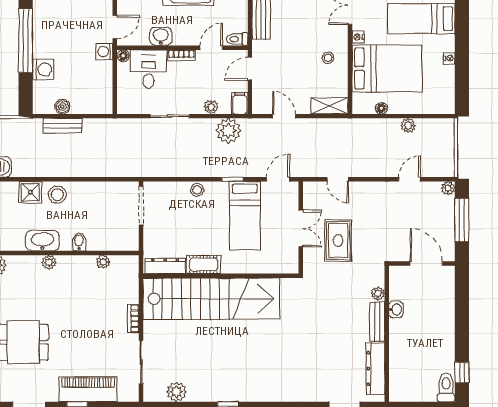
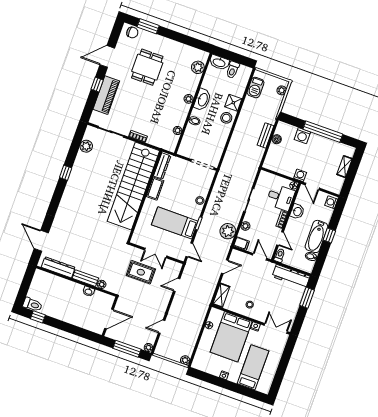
plant: (408, 126) -> (185, 360), moved
door: (409, 179) -> (162, 327), swing flipped

